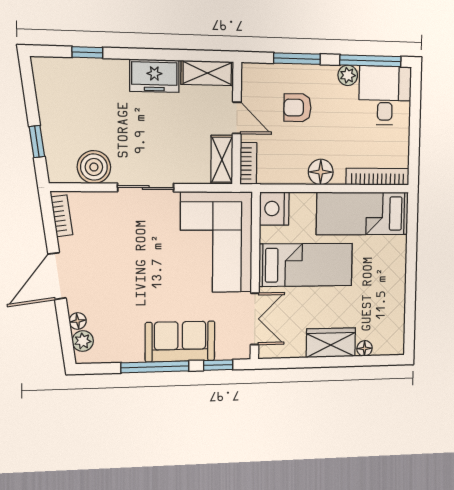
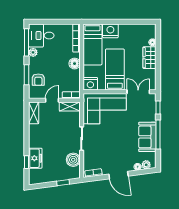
freezer: (154, 76) -> (35, 158), moved
armchair: (297, 108) -> (38, 80), moved
nightstand: (392, 254) -> (110, 31), added
sofa: (180, 341) -> (147, 137), moved

